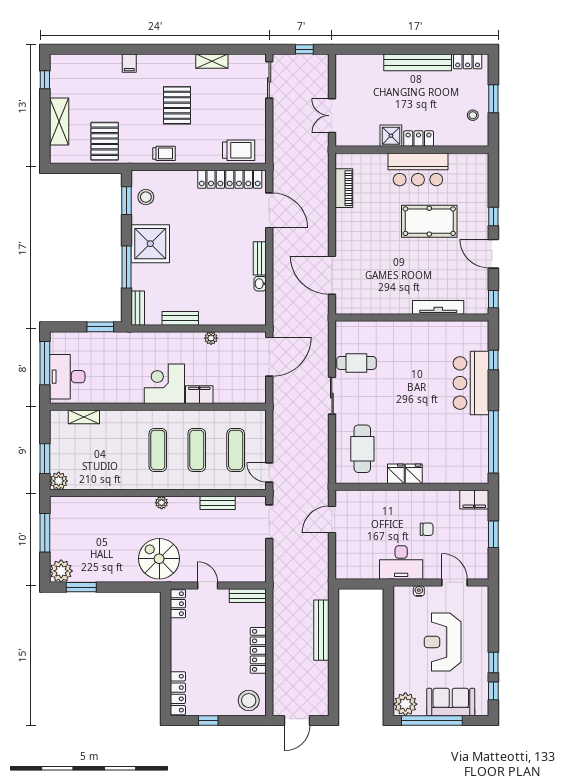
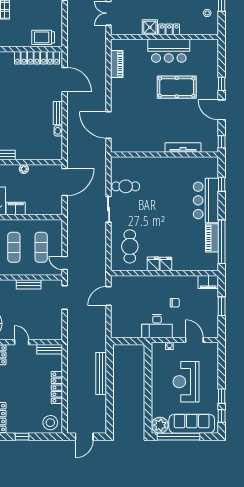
trolley: (239, 150) -> (43, 37), turned 180
piano: (480, 436) -> (212, 238), added
sofa: (451, 702) -> (192, 424), width x1.36

